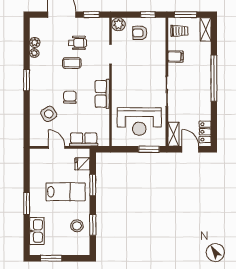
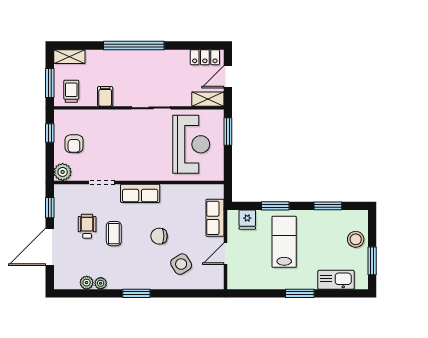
row of seats: (102, 94) -> (140, 193), moved
stool: (77, 226) -> (356, 239), moved

